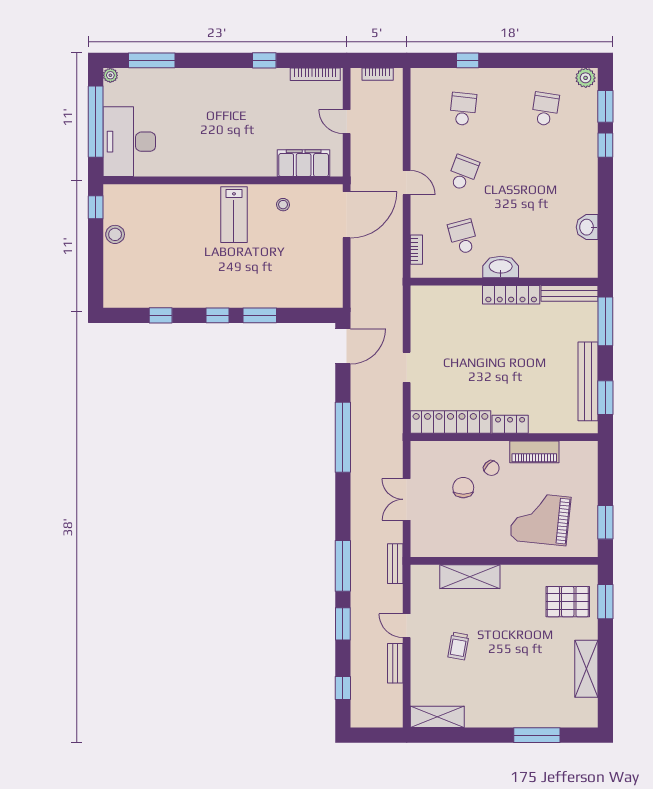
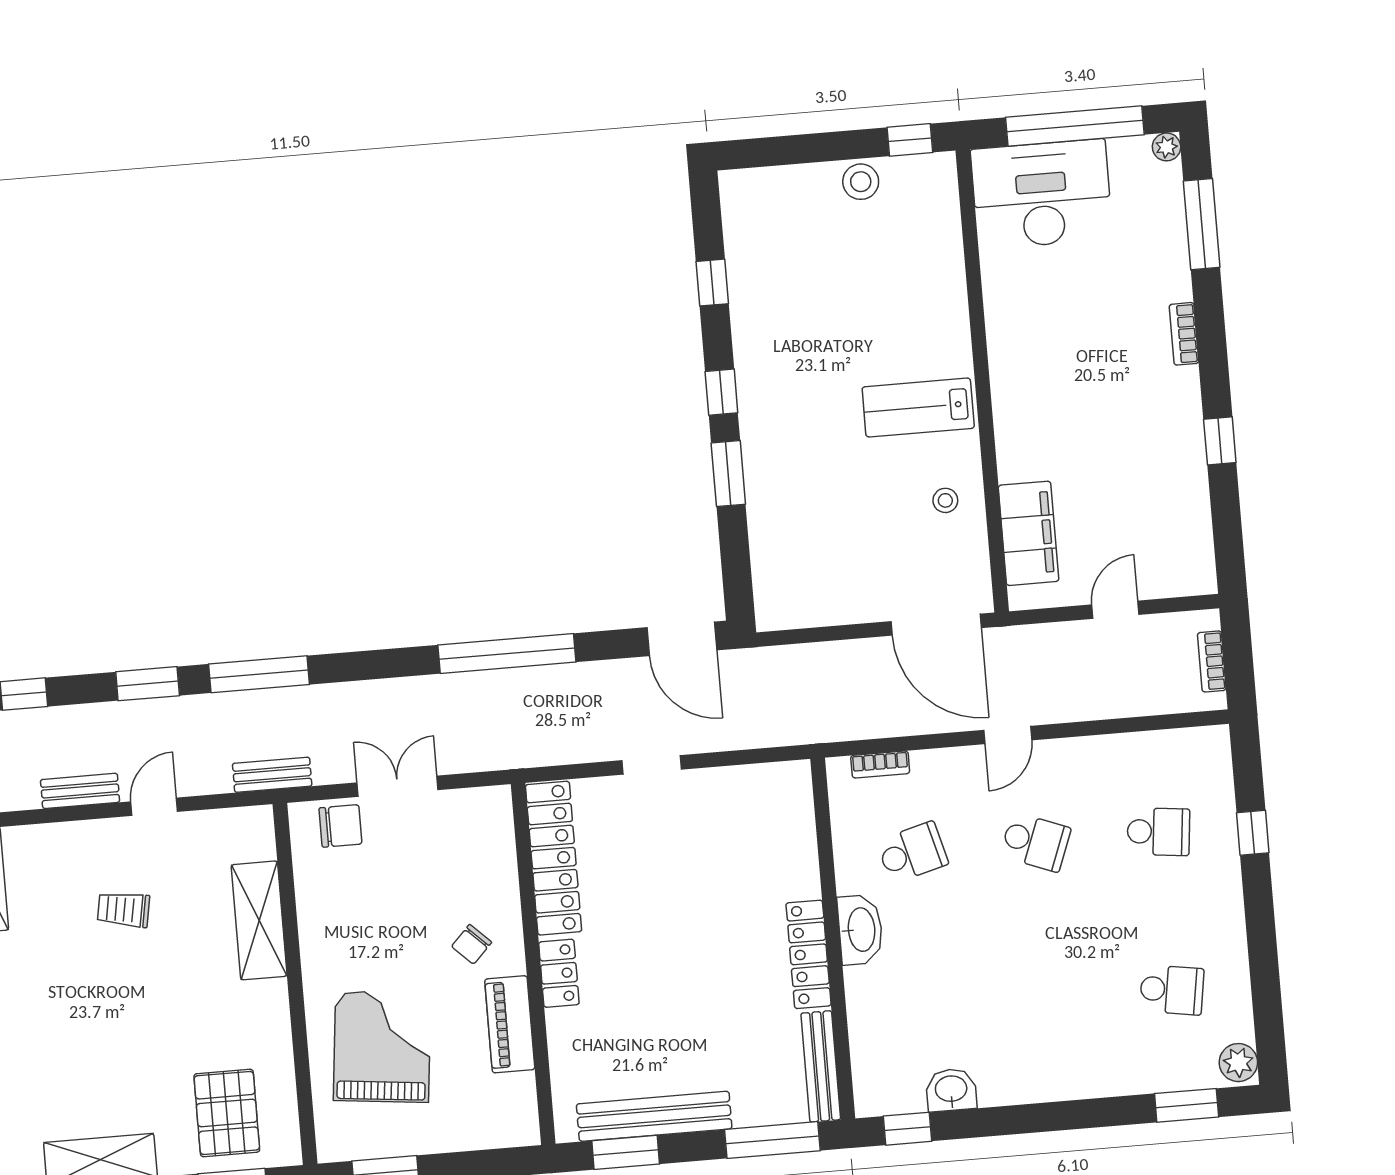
bookcase: (315, 74) -> (1184, 334), moved, width x0.64
window: (605, 145) -> (908, 1129), moved
chair: (463, 488) -> (340, 826), moved

